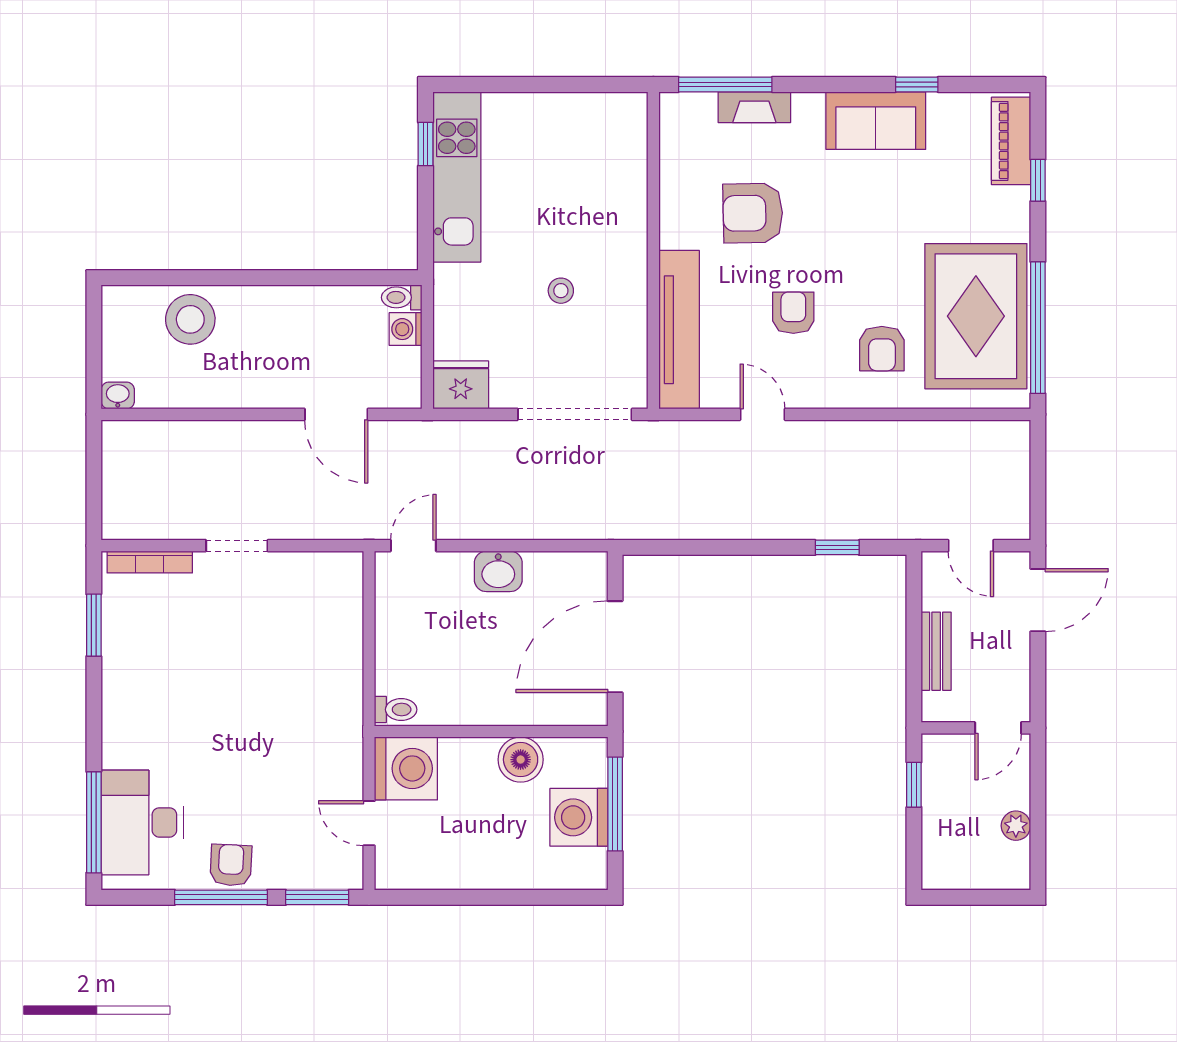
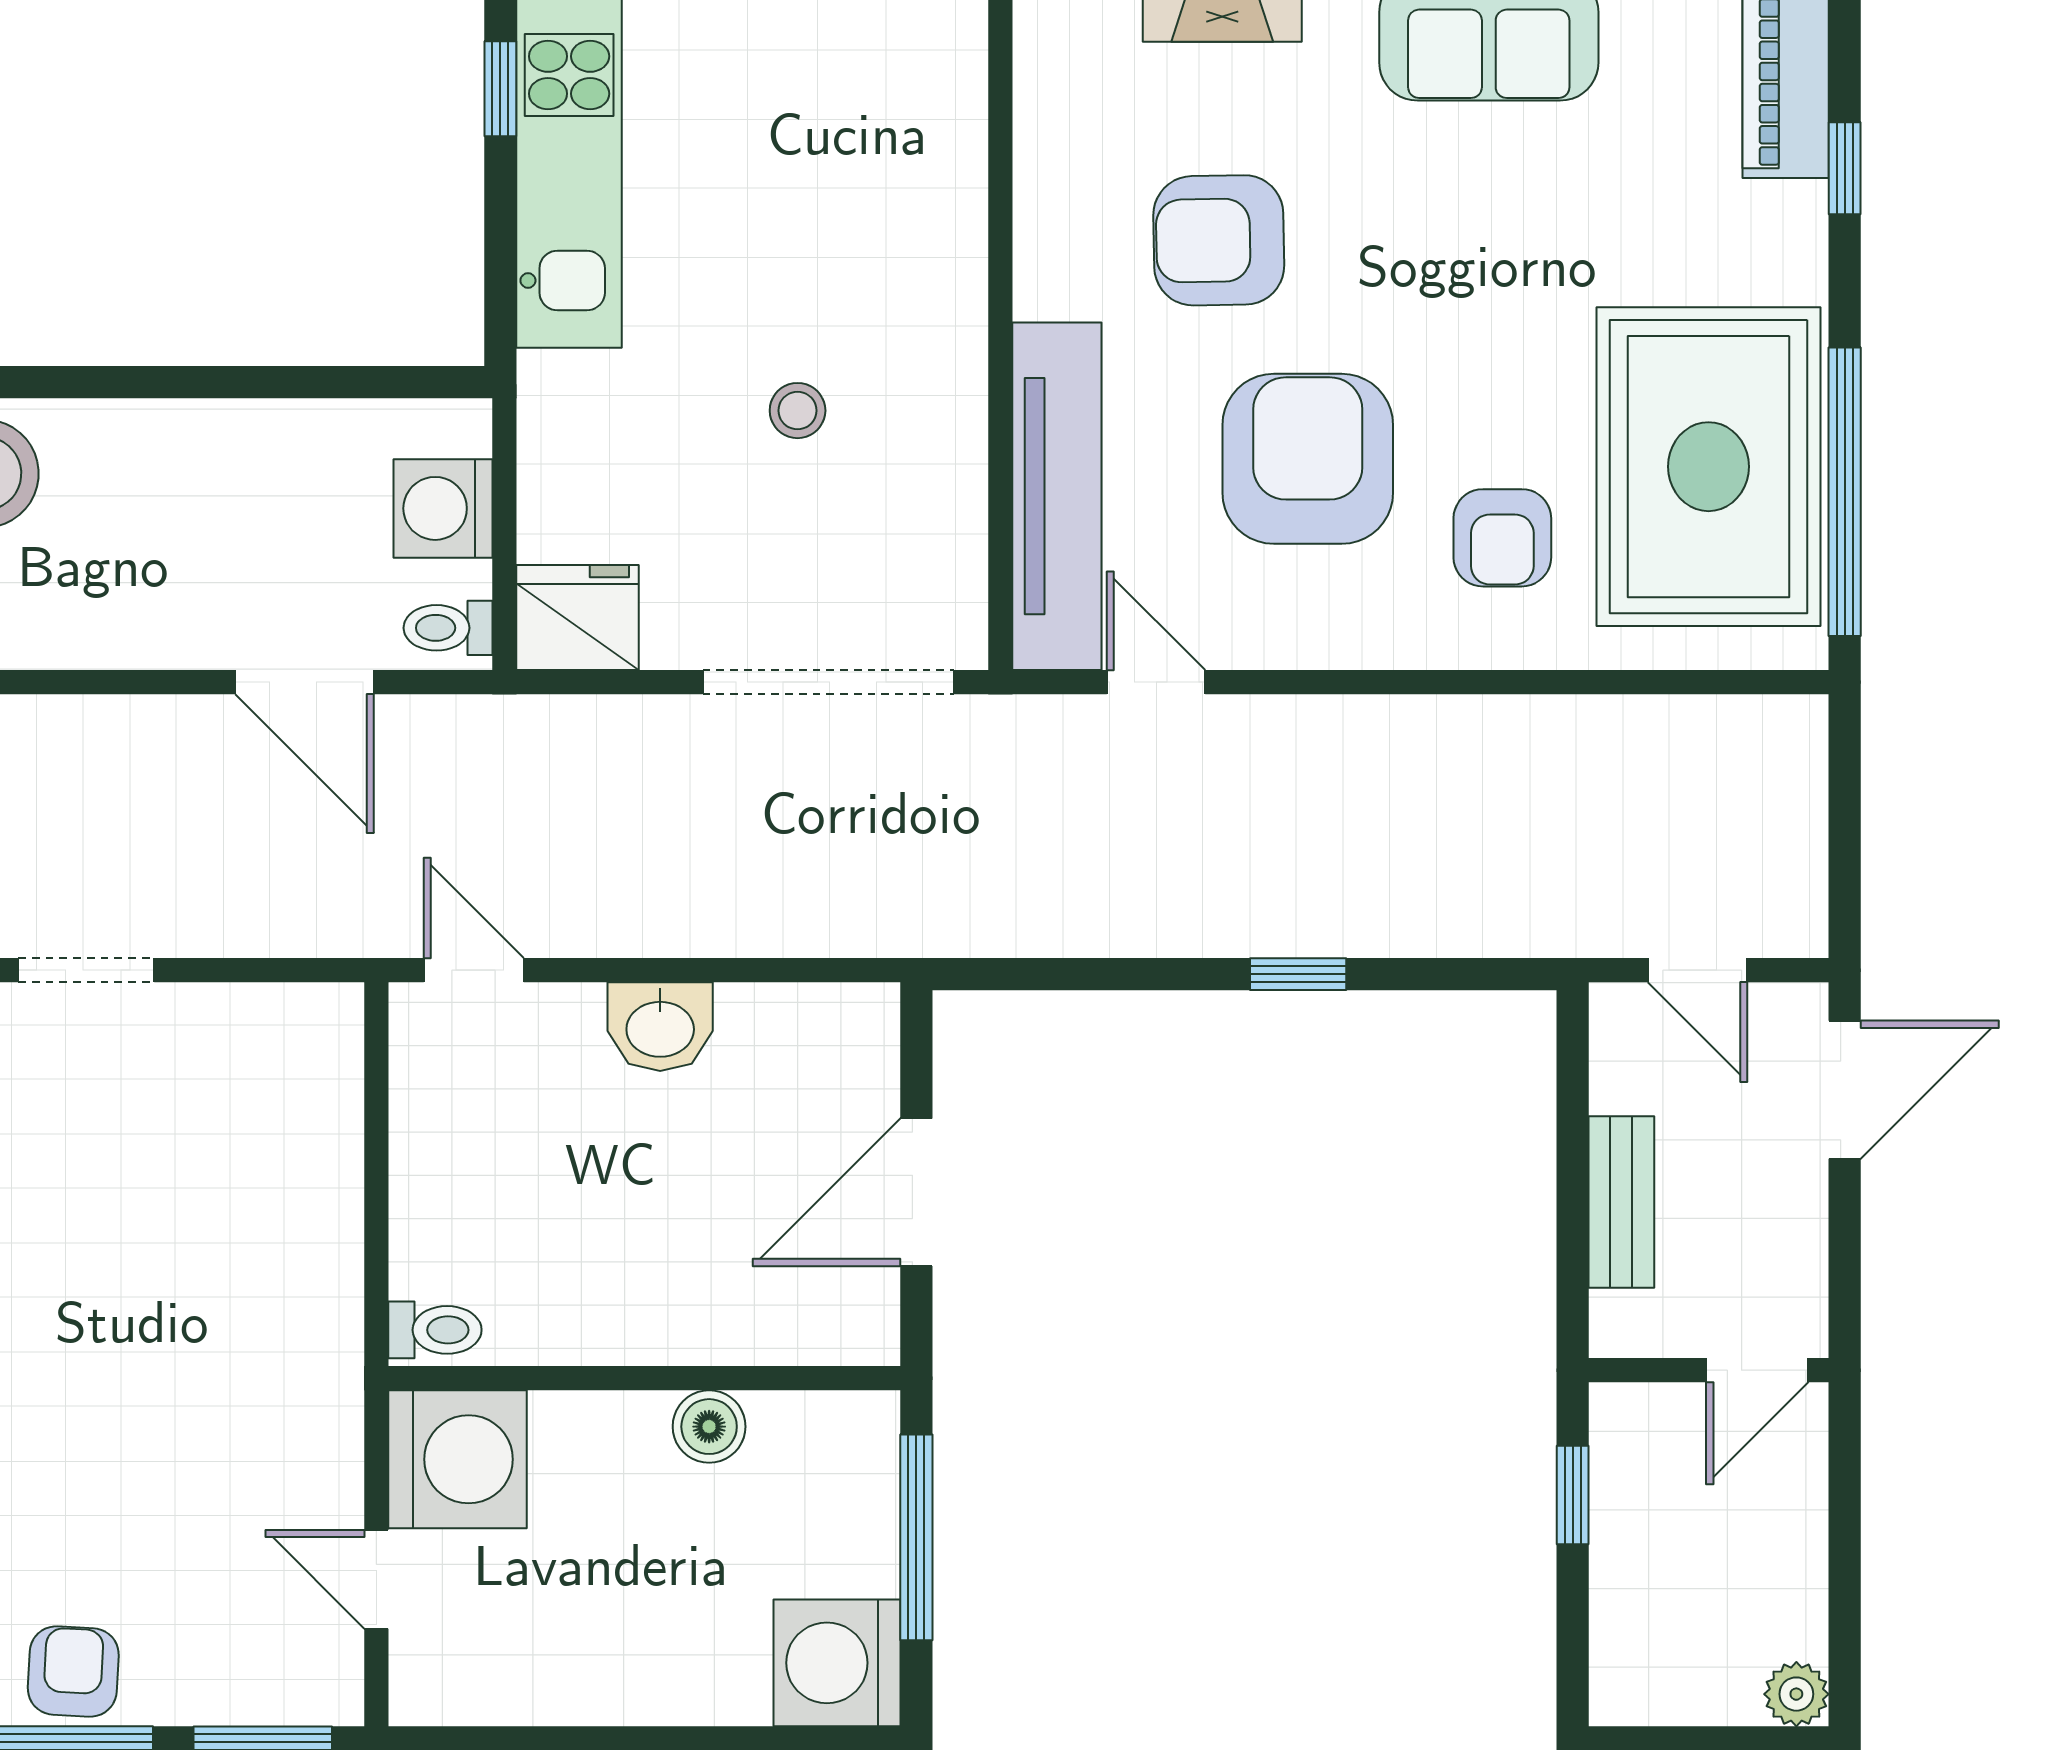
toilet: (402, 297) -> (448, 628), moved
armchair: (793, 313) -> (1308, 459), width x1.88, depth x1.88
washing machine: (406, 329) -> (443, 508), width x1.38, depth x1.38
door: (762, 414) -> (1156, 682), moved
door: (413, 546) -> (474, 970), hinge flipped
window: (837, 547) -> (1298, 974), moved
door: (615, 647) -> (916, 1192), width x0.73
boiler: (521, 760) -> (709, 1427), width x0.73, depth x0.73
washing machine: (579, 817) -> (837, 1663), moved
plant: (1016, 826) -> (1796, 1694), moved

